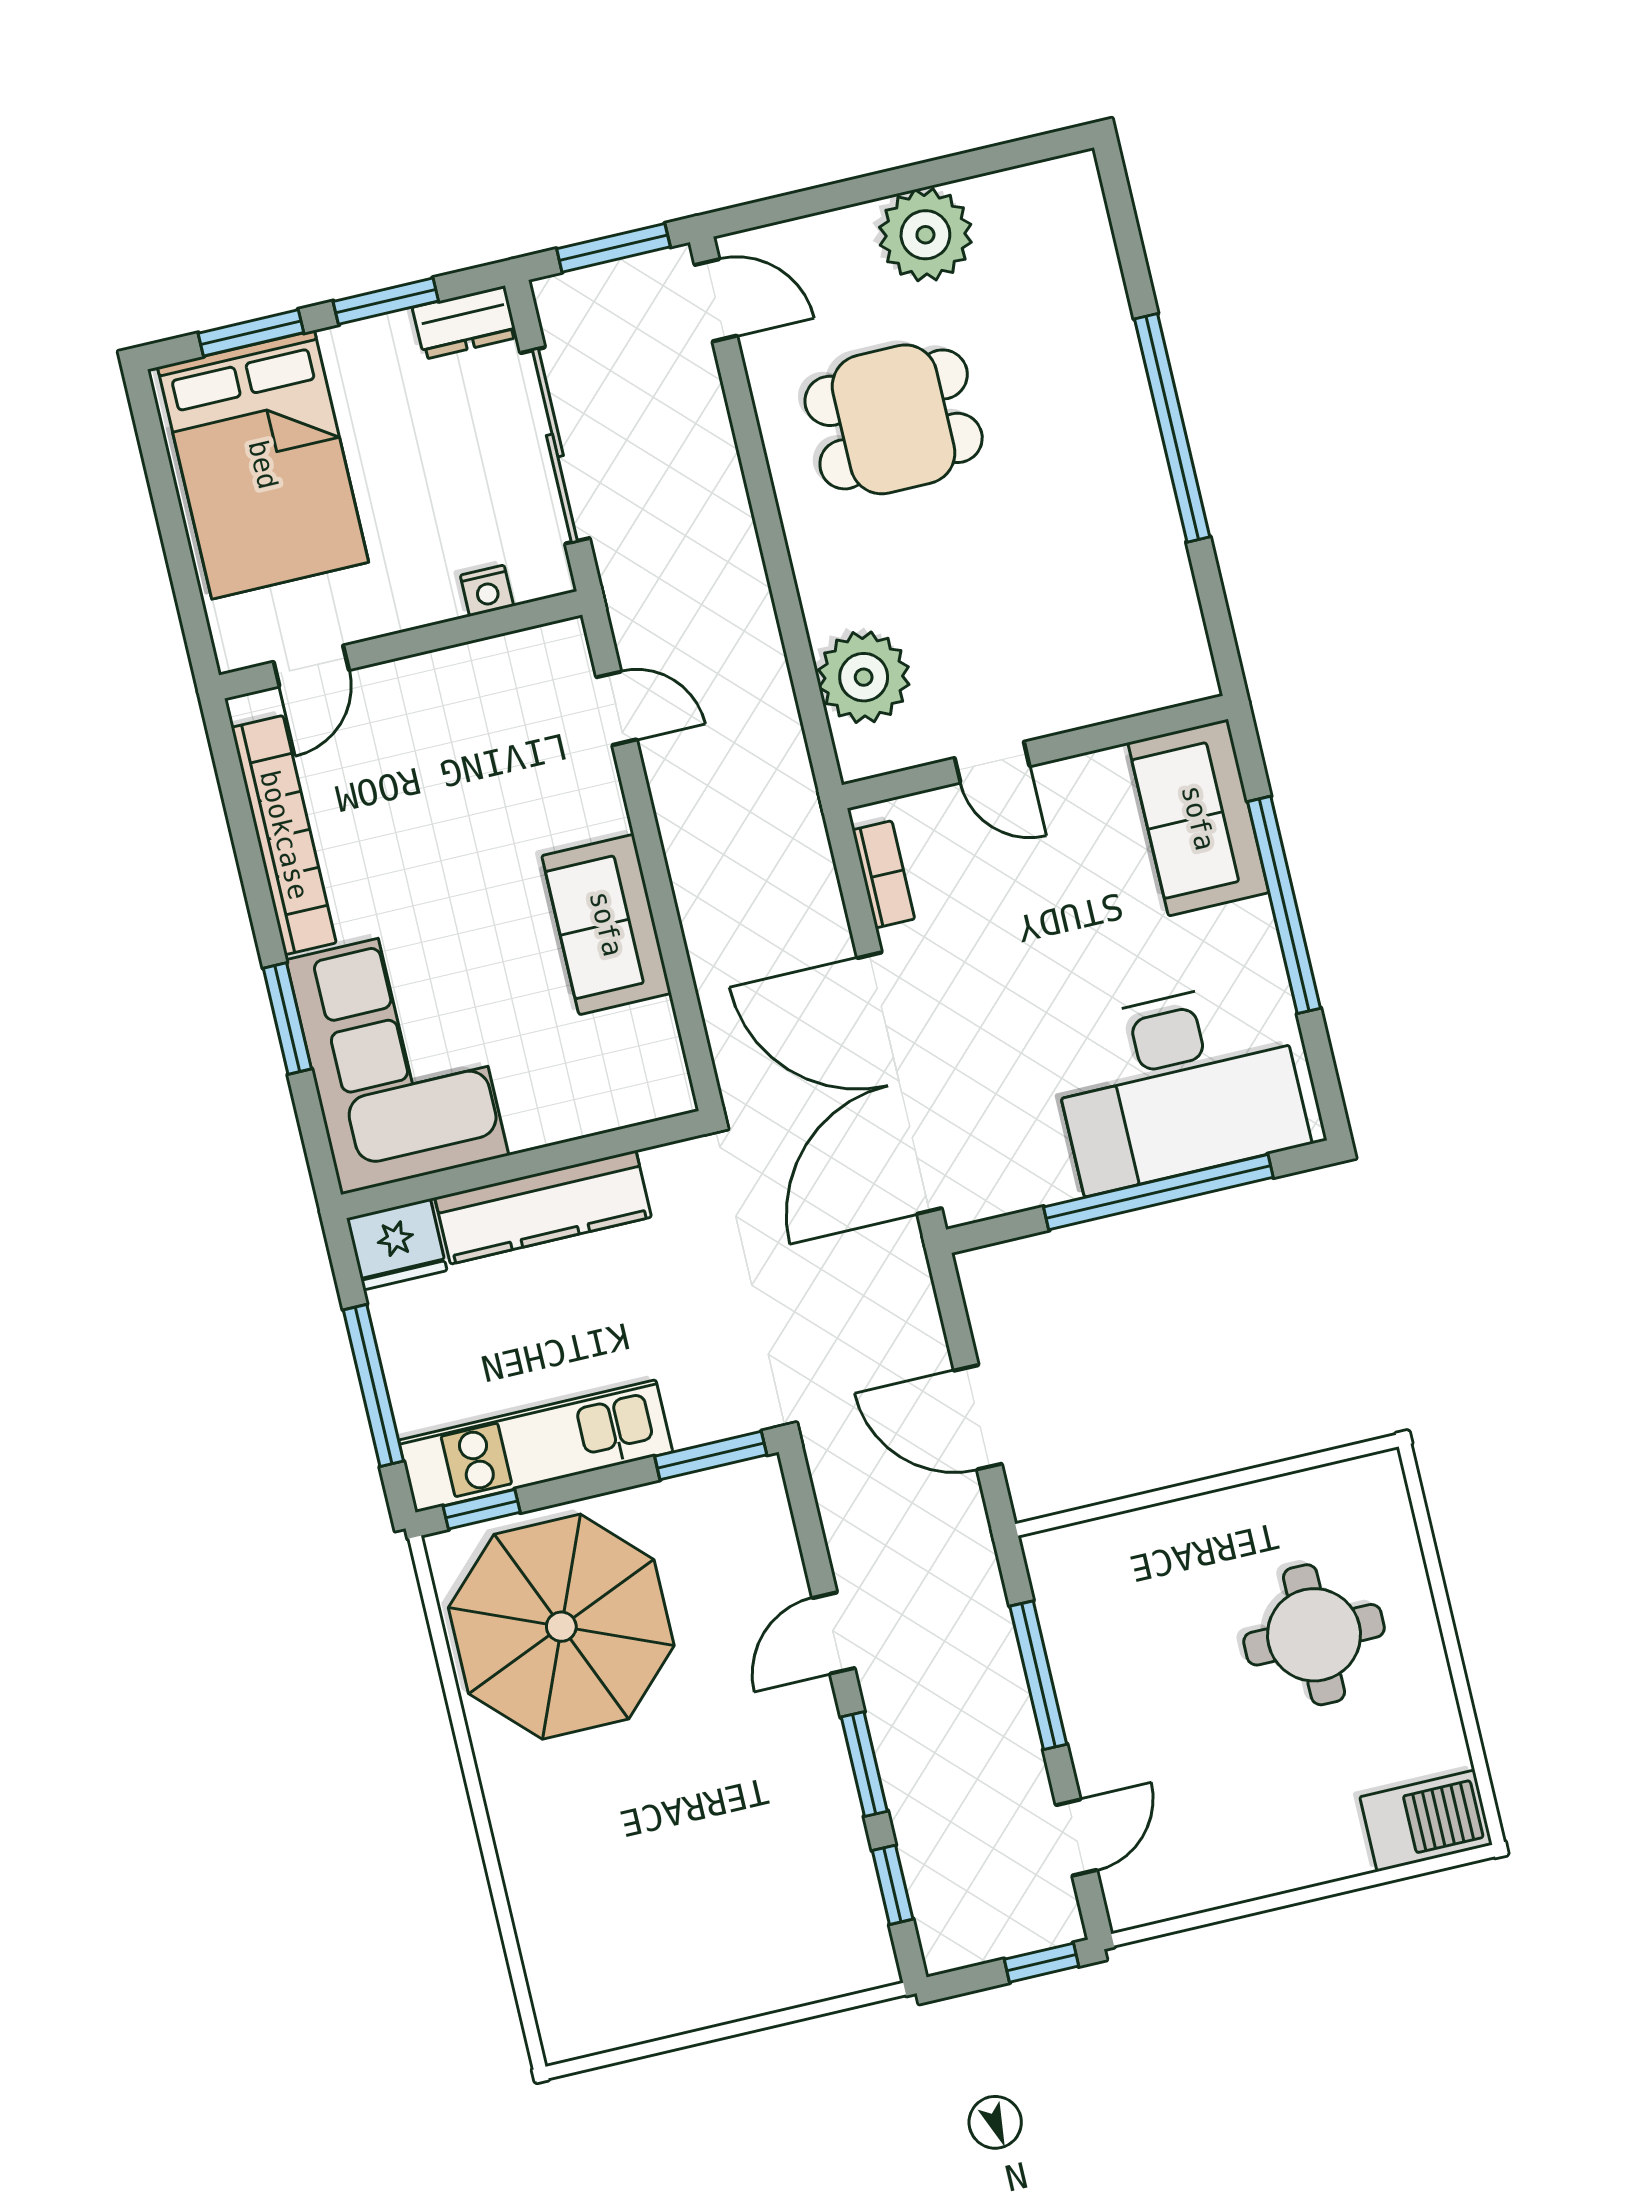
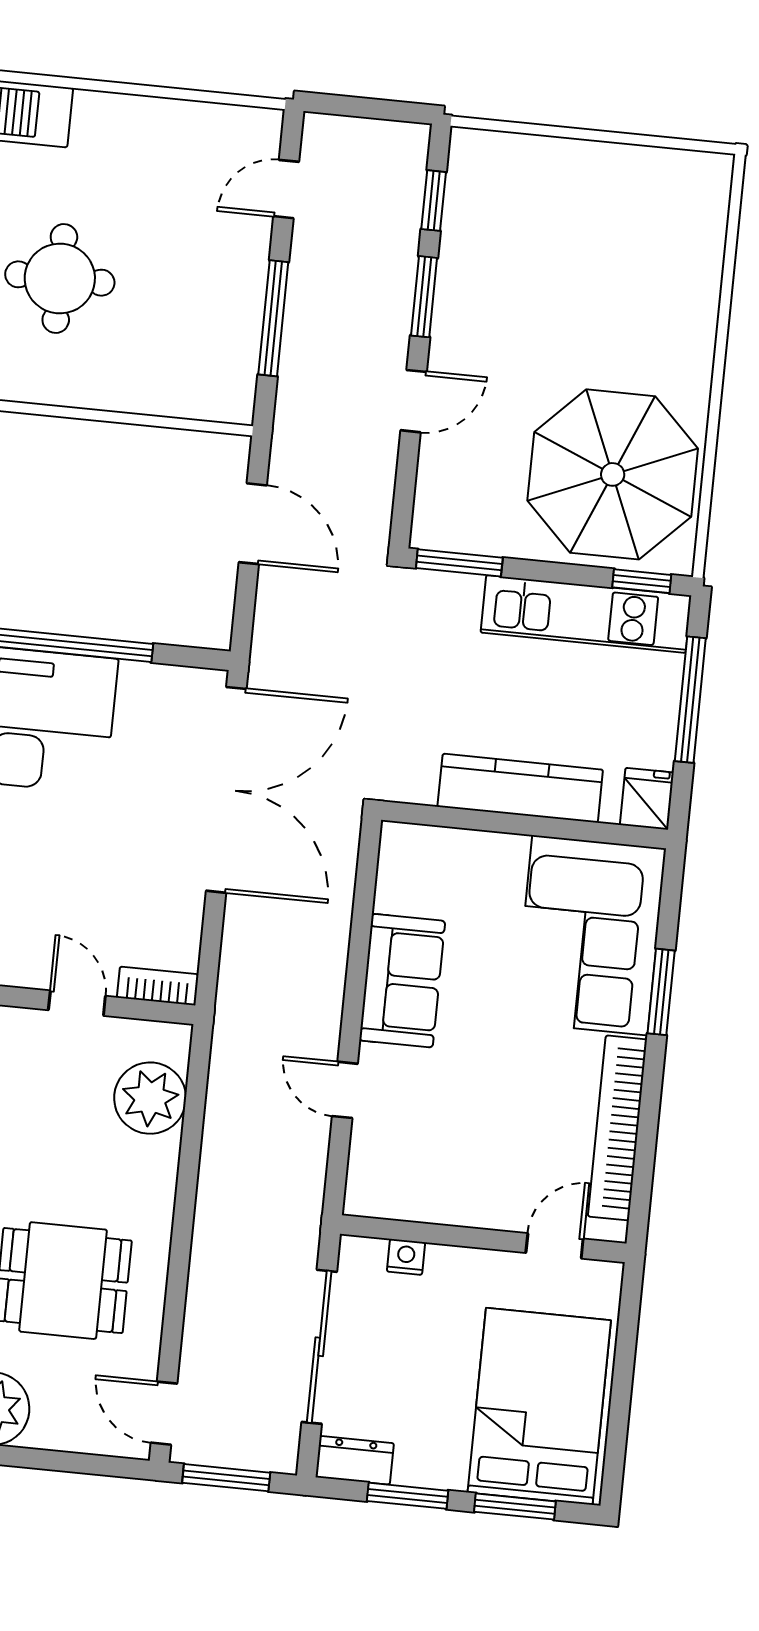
door: (617, 708) -> (345, 1090), moved
bookcase: (883, 874) -> (158, 986), moved, turned 90
fridge: (397, 1244) -> (647, 799), width x0.72
window: (1042, 1963) -> (343, 106), removed

